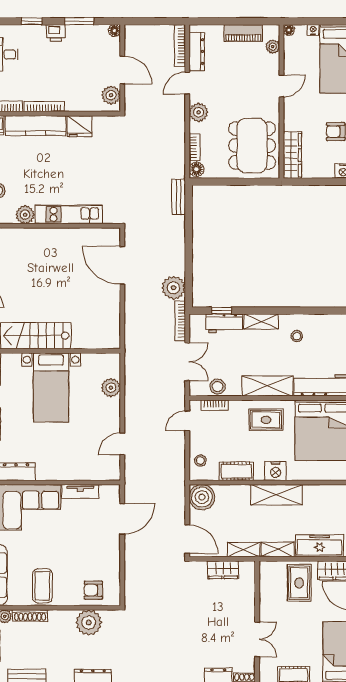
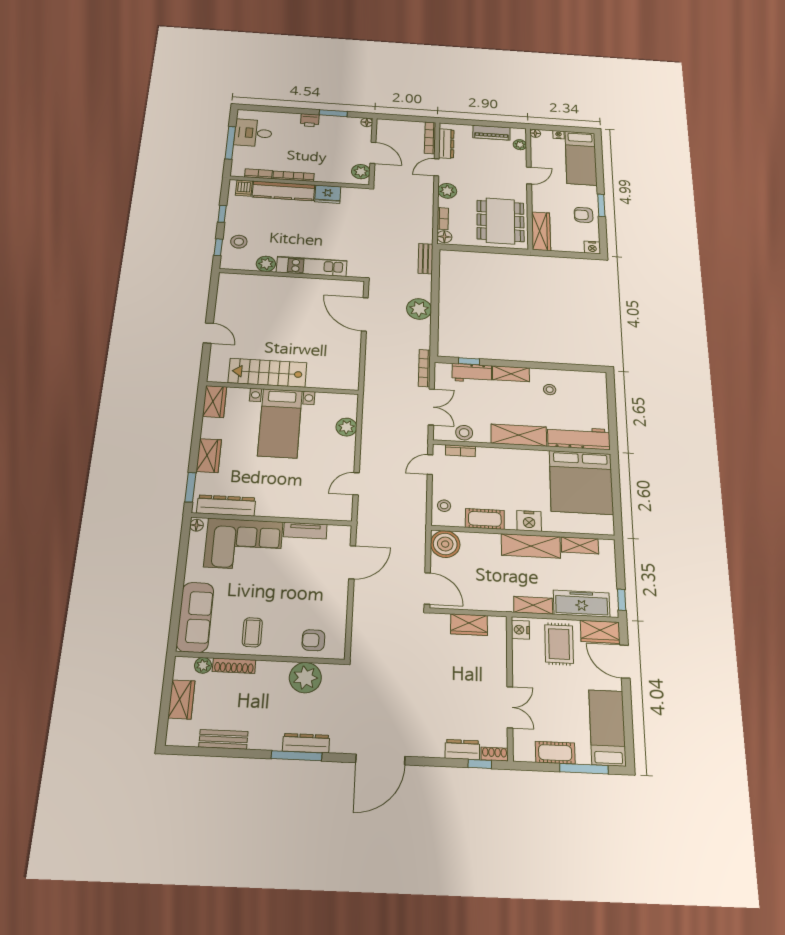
window: (32, 21) -> (287, 110), removed
plant: (173, 288) -> (419, 309), moved
rug: (266, 420) -> (518, 468), removed
shelving: (244, 550) -> (580, 545), moved
nightstand: (267, 572) -> (520, 630), added
coffee table: (42, 586) -> (252, 632), width x0.73, depth x0.77

